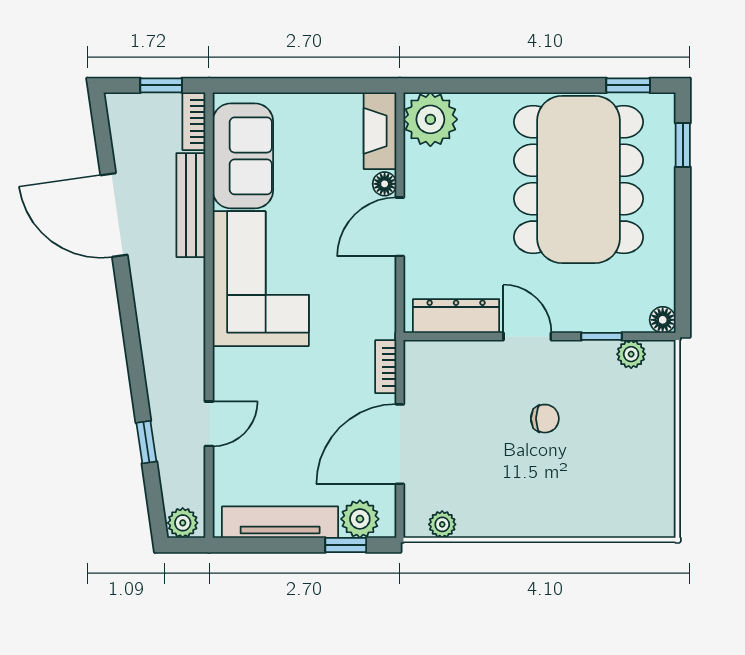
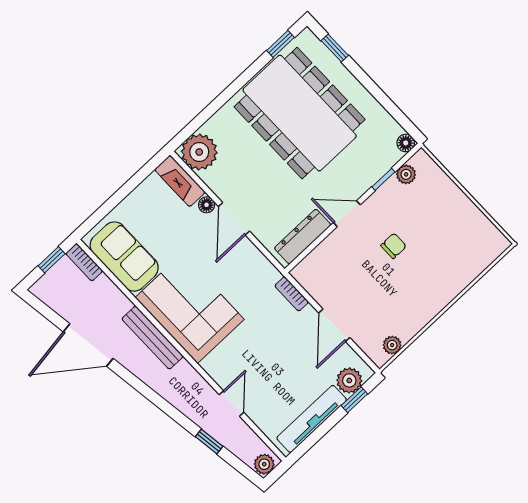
bench: (191, 205) -> (152, 338), moved
door: (400, 444) -> (334, 325), width x0.73

